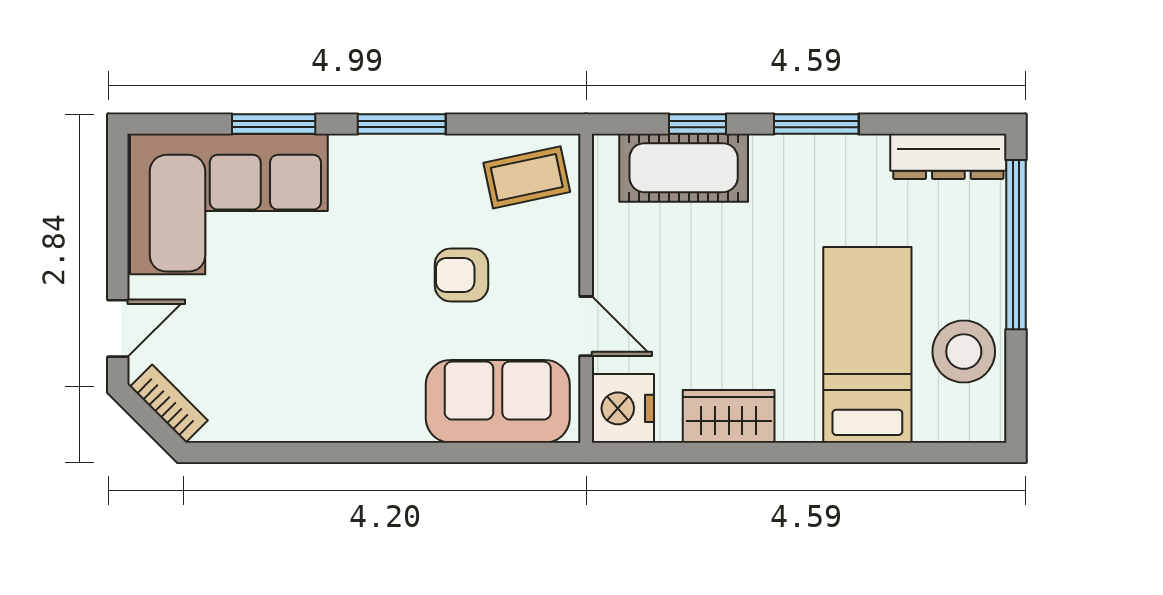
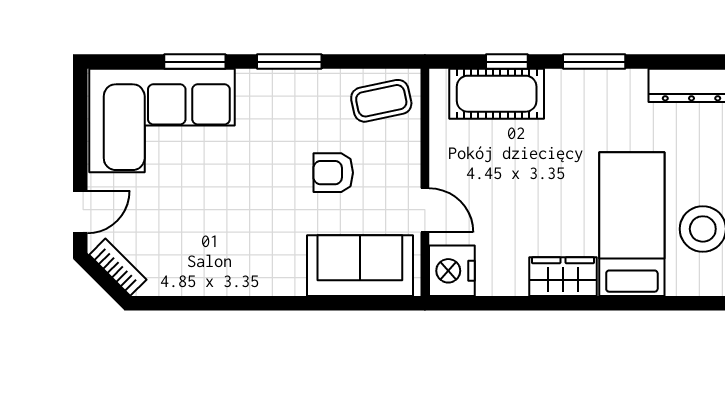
wardrobe: (729, 416) -> (563, 277), moved

